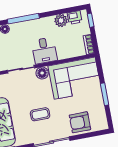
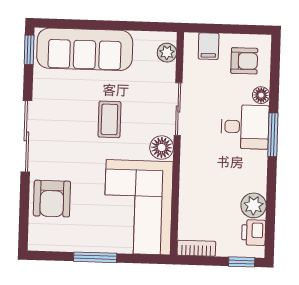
window: (23, 19) -> (273, 135), width x0.69
desk: (44, 51) -> (245, 127), moved, turned 180
coffee table: (40, 114) -> (109, 119), moved
armchair: (80, 122) -> (52, 199), turned 180

